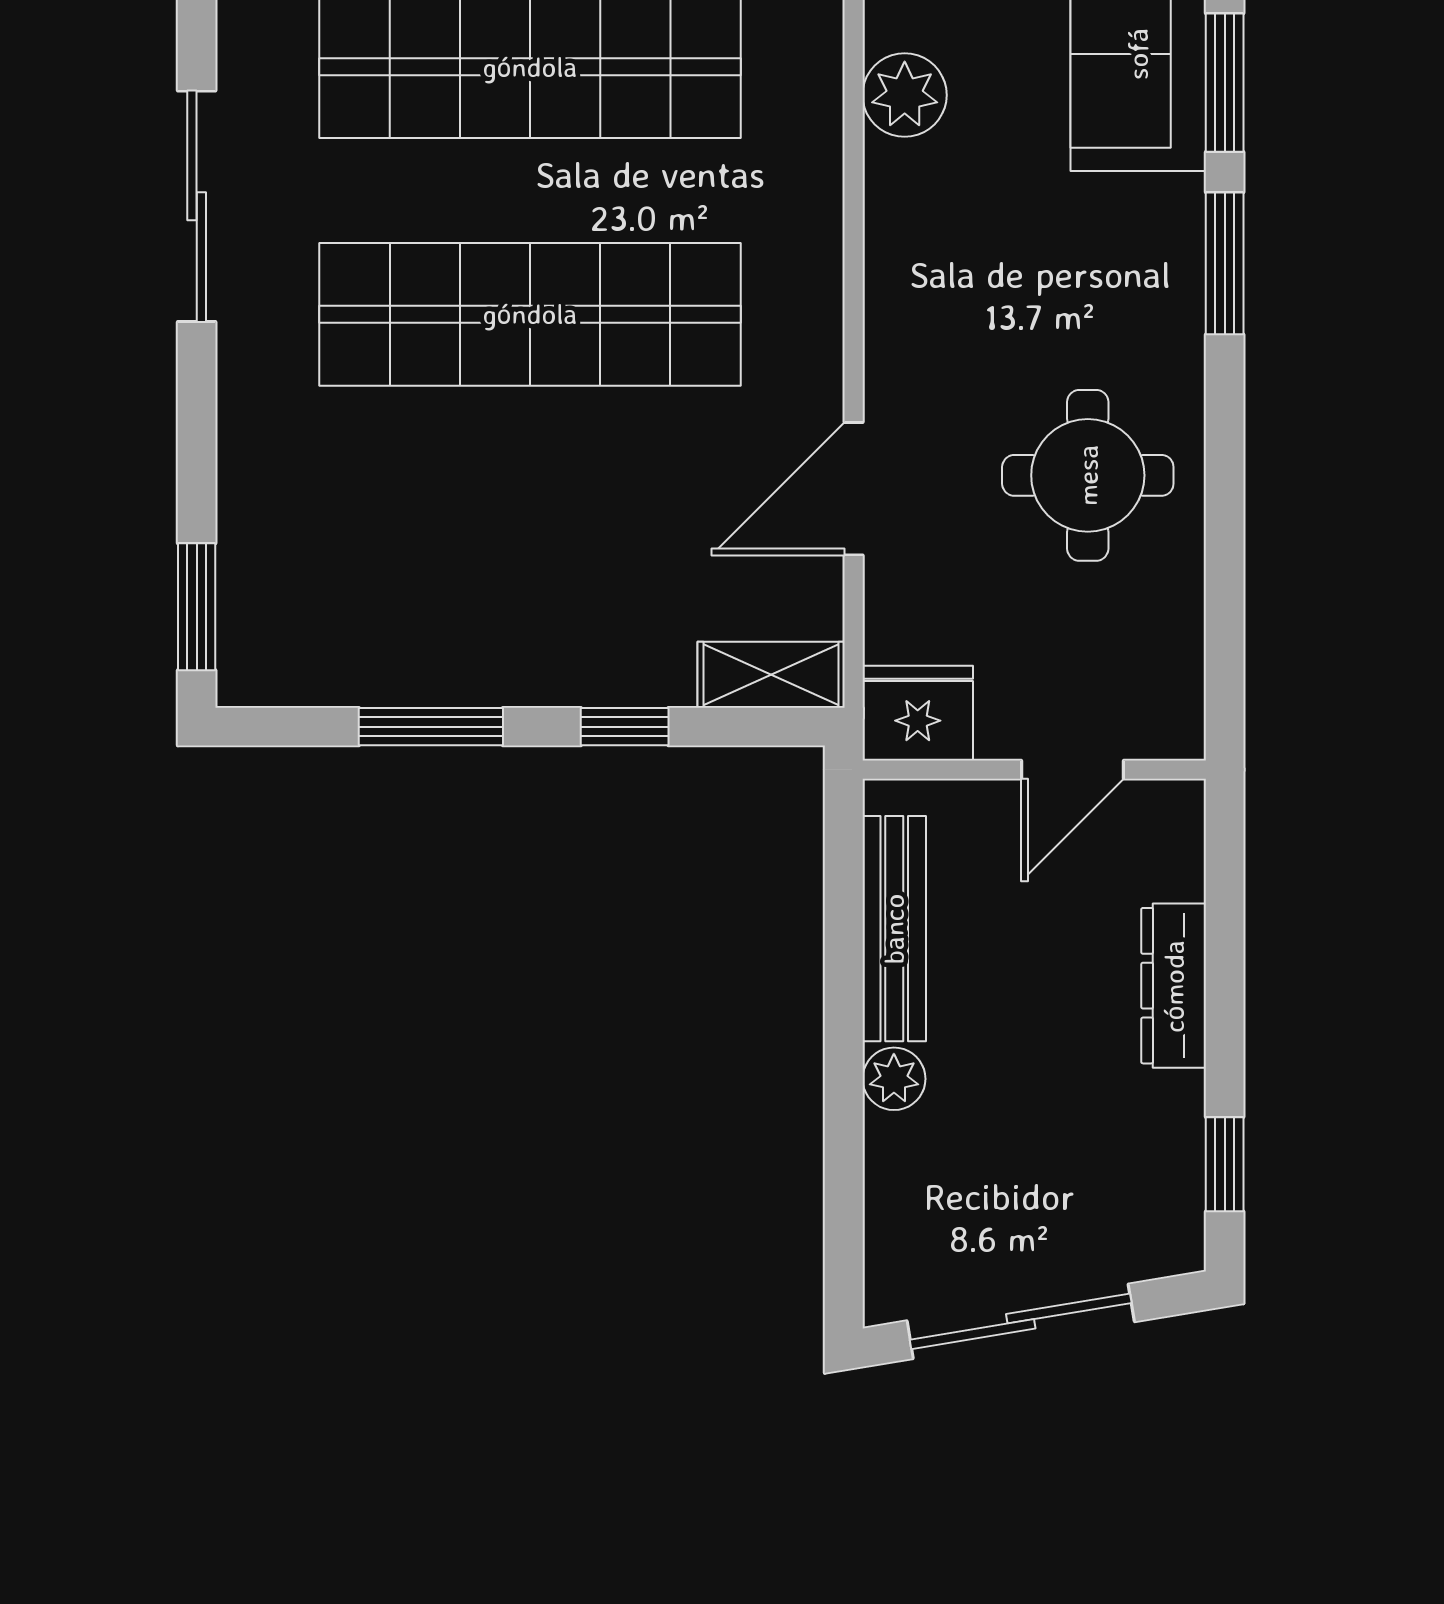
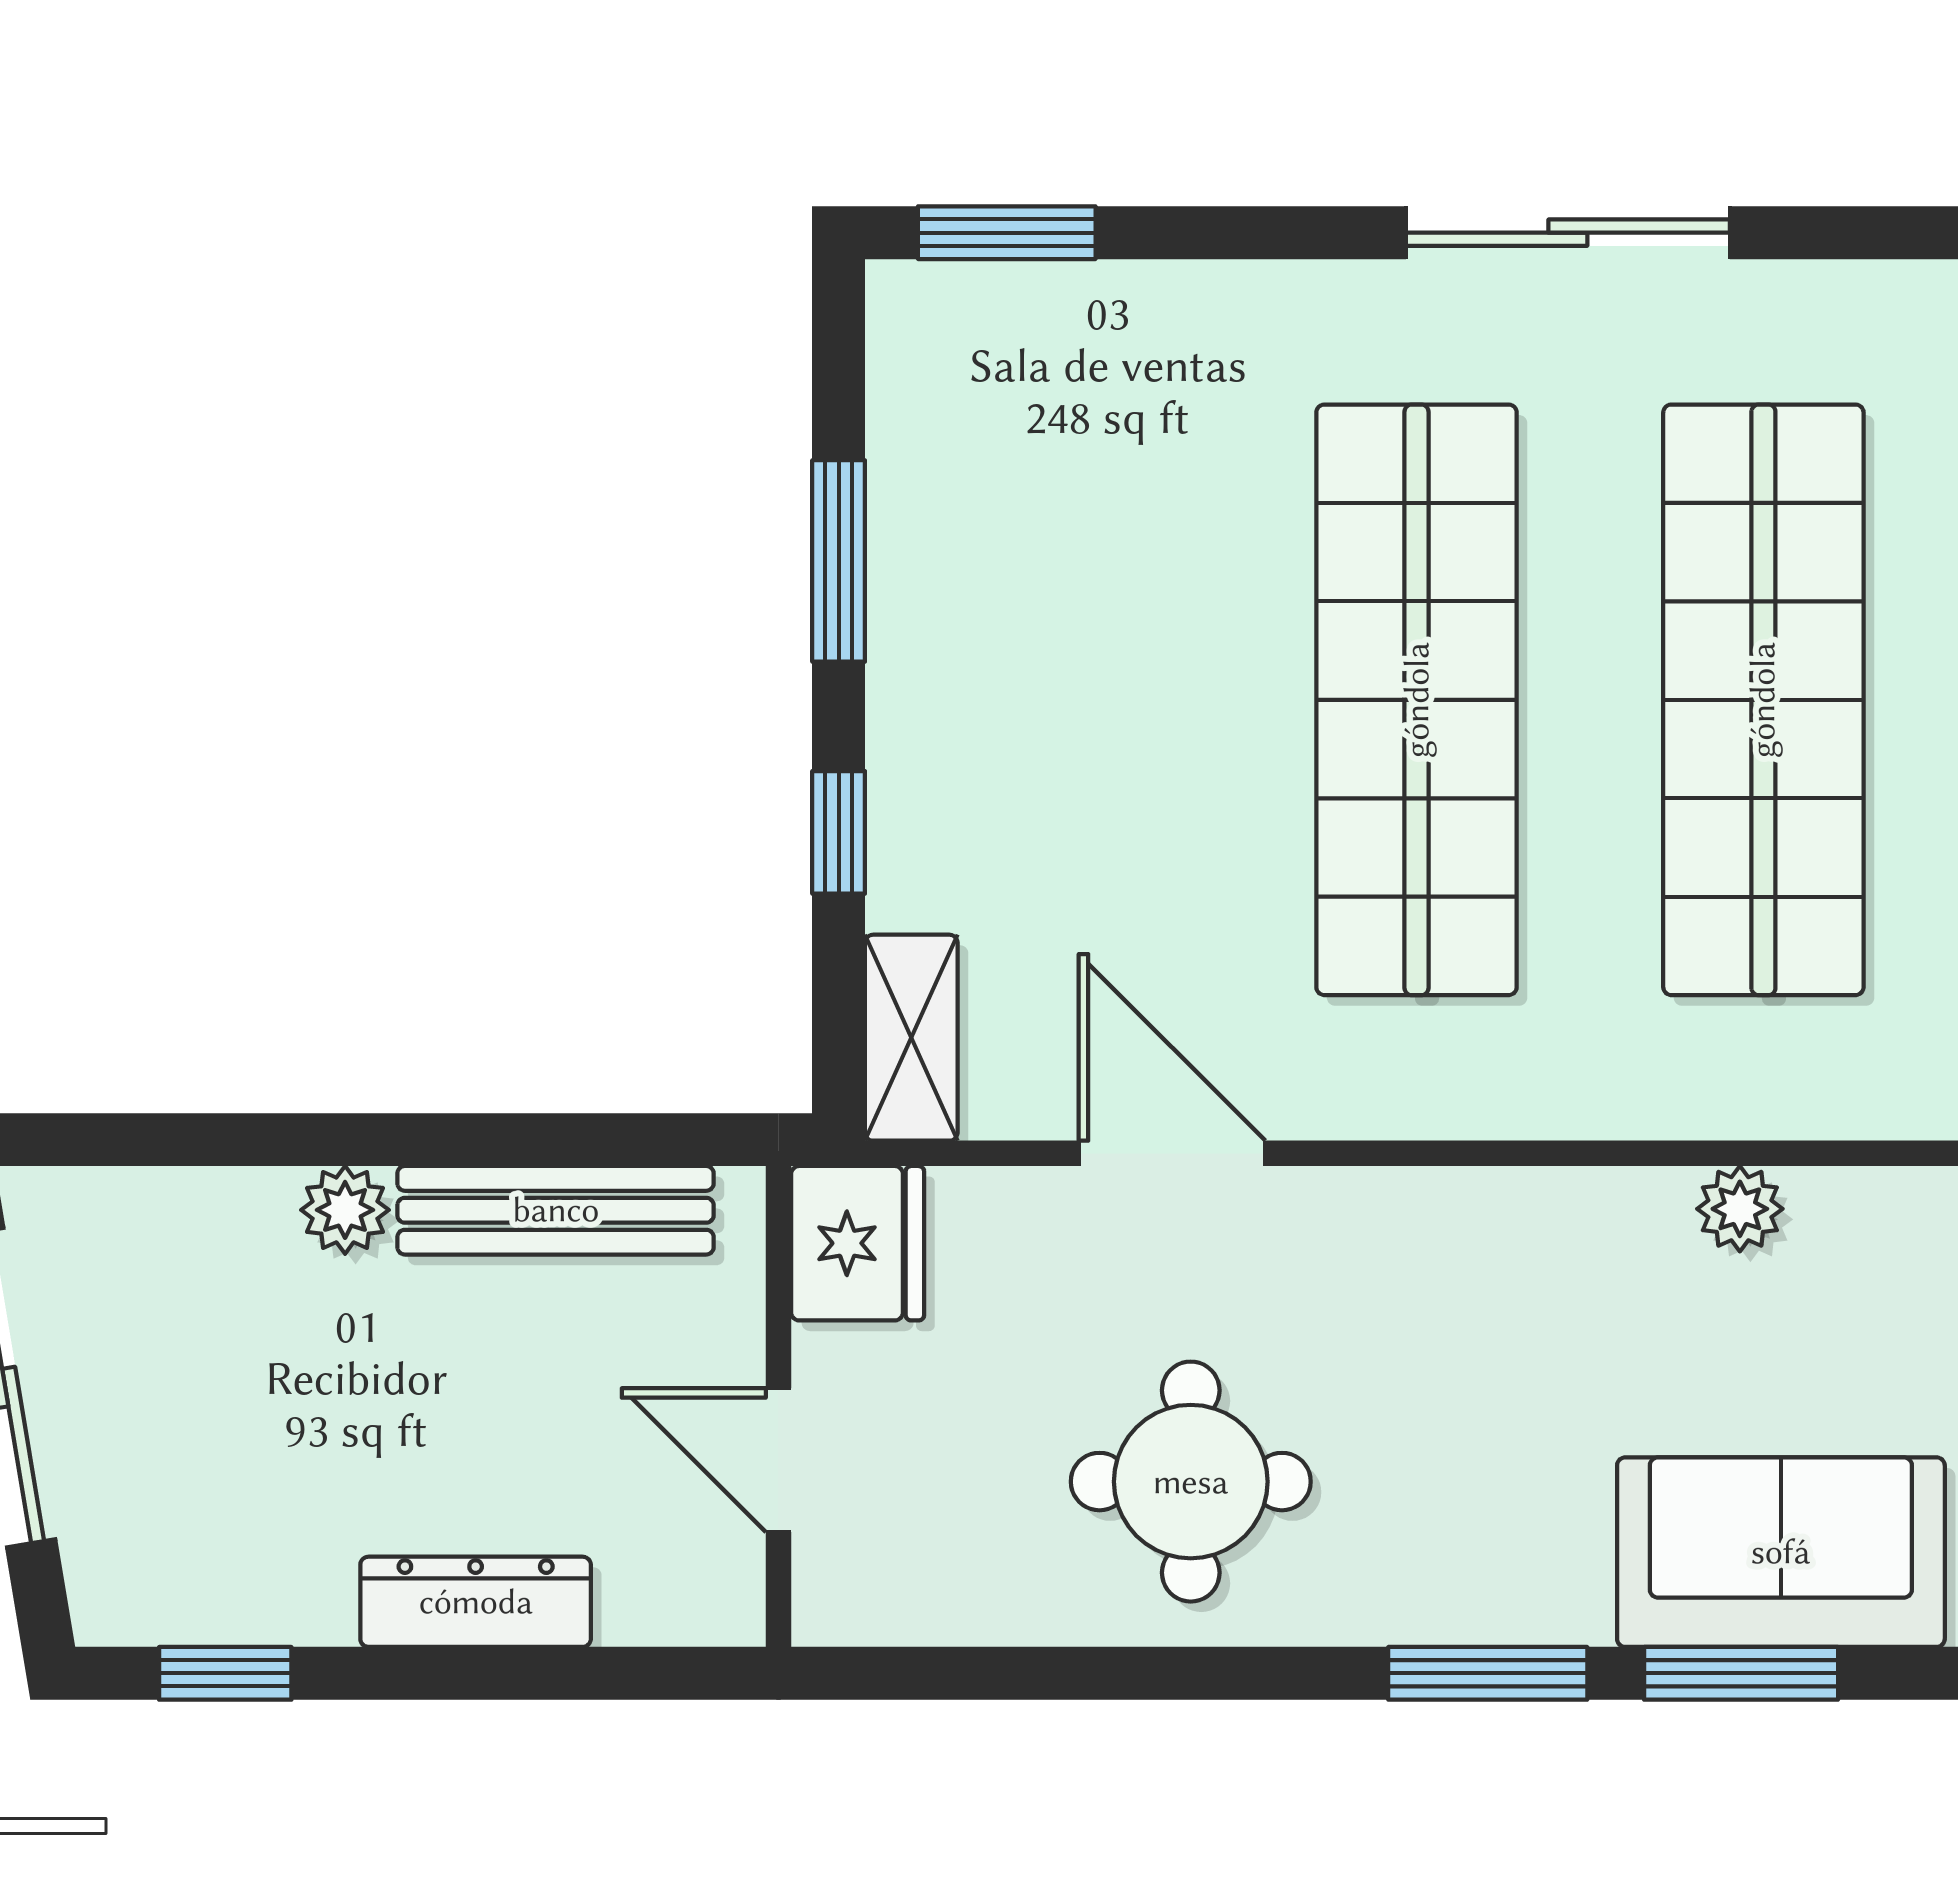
plant: (905, 95) -> (1740, 1209), width x0.73, depth x0.73

